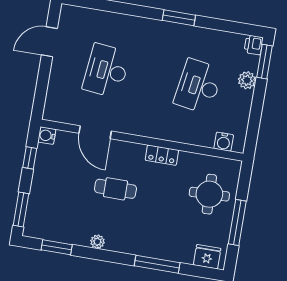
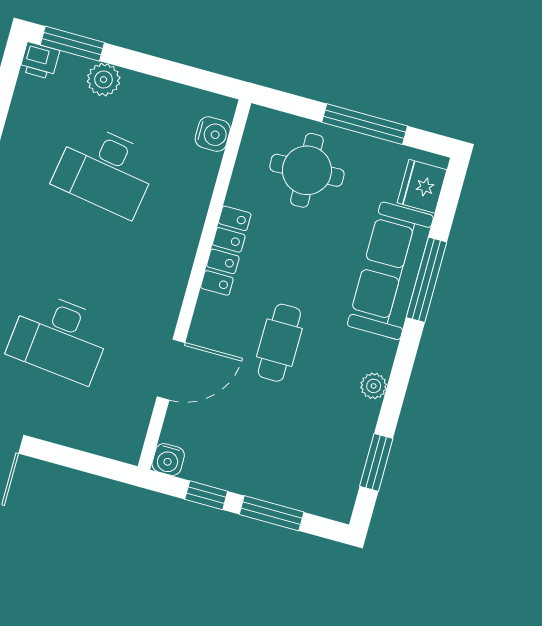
locker: (162, 155) -> (226, 251), width x1.53
window: (21, 209) -> (272, 513), moved
sofa: (160, 244) -> (390, 271), added

